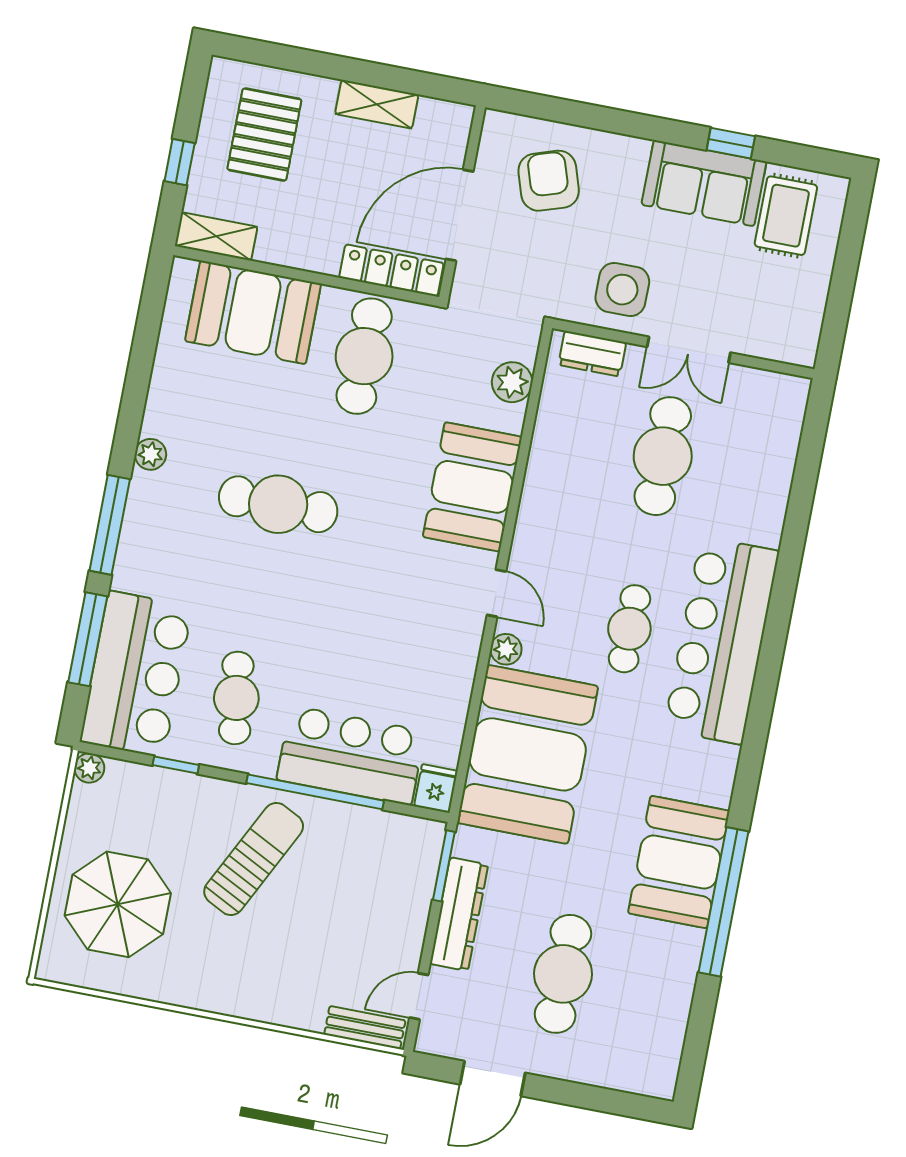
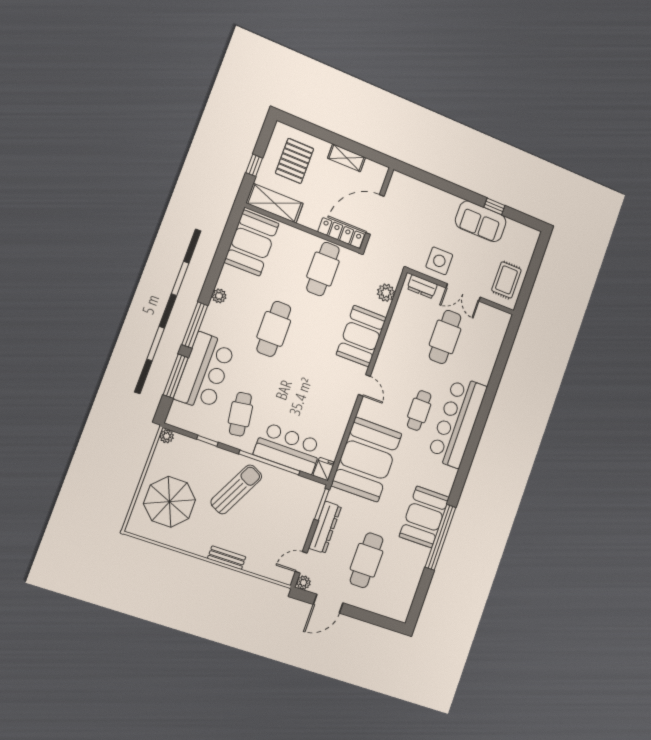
armchair: (549, 181) -> (416, 207), removed
rug: (786, 216) -> (506, 280), moved
shelving: (216, 236) -> (275, 203), width x1.50, depth x1.33
booth: (253, 312) -> (252, 243), moved, turned 90
cafe table: (278, 504) -> (274, 329), turned 90
plant: (506, 649) -> (303, 583), moved
bar counter: (136, 674) -> (205, 372), moved
bench: (365, 1028) -> (227, 558), moved

